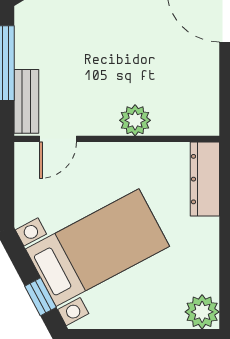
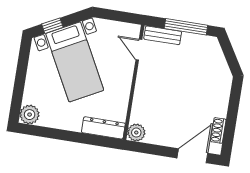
plant: (135, 120) -> (136, 133), moved

